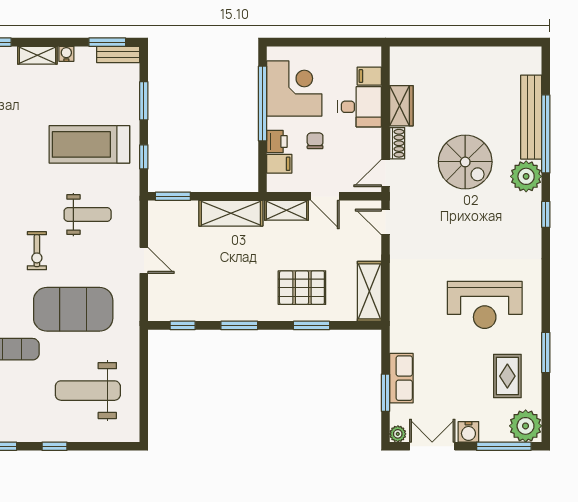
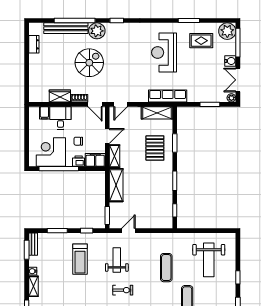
dresser: (500, 56) -> (34, 44), added
treadmill: (89, 144) -> (80, 259), width x0.73, depth x0.73
filing cabinet: (279, 164) -> (95, 160), width x2.00
exercise bike: (37, 251) -> (123, 290), moved
door: (144, 260) -> (128, 231), moved
reception desk: (485, 305) -> (164, 52), turned 180
exercise mat: (73, 309) -> (166, 268), width x0.50, depth x0.69
row of seats: (401, 378) -> (168, 96), moved, width x1.48

